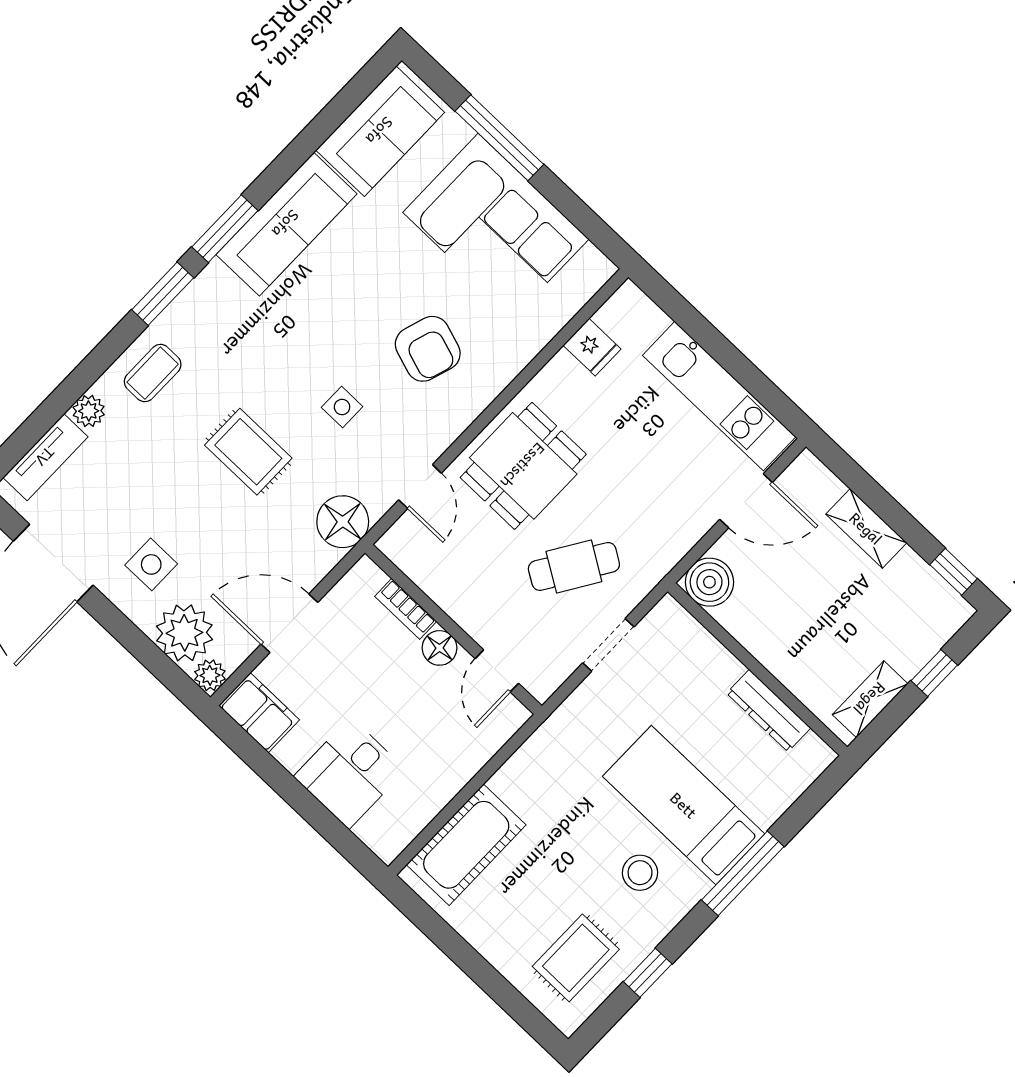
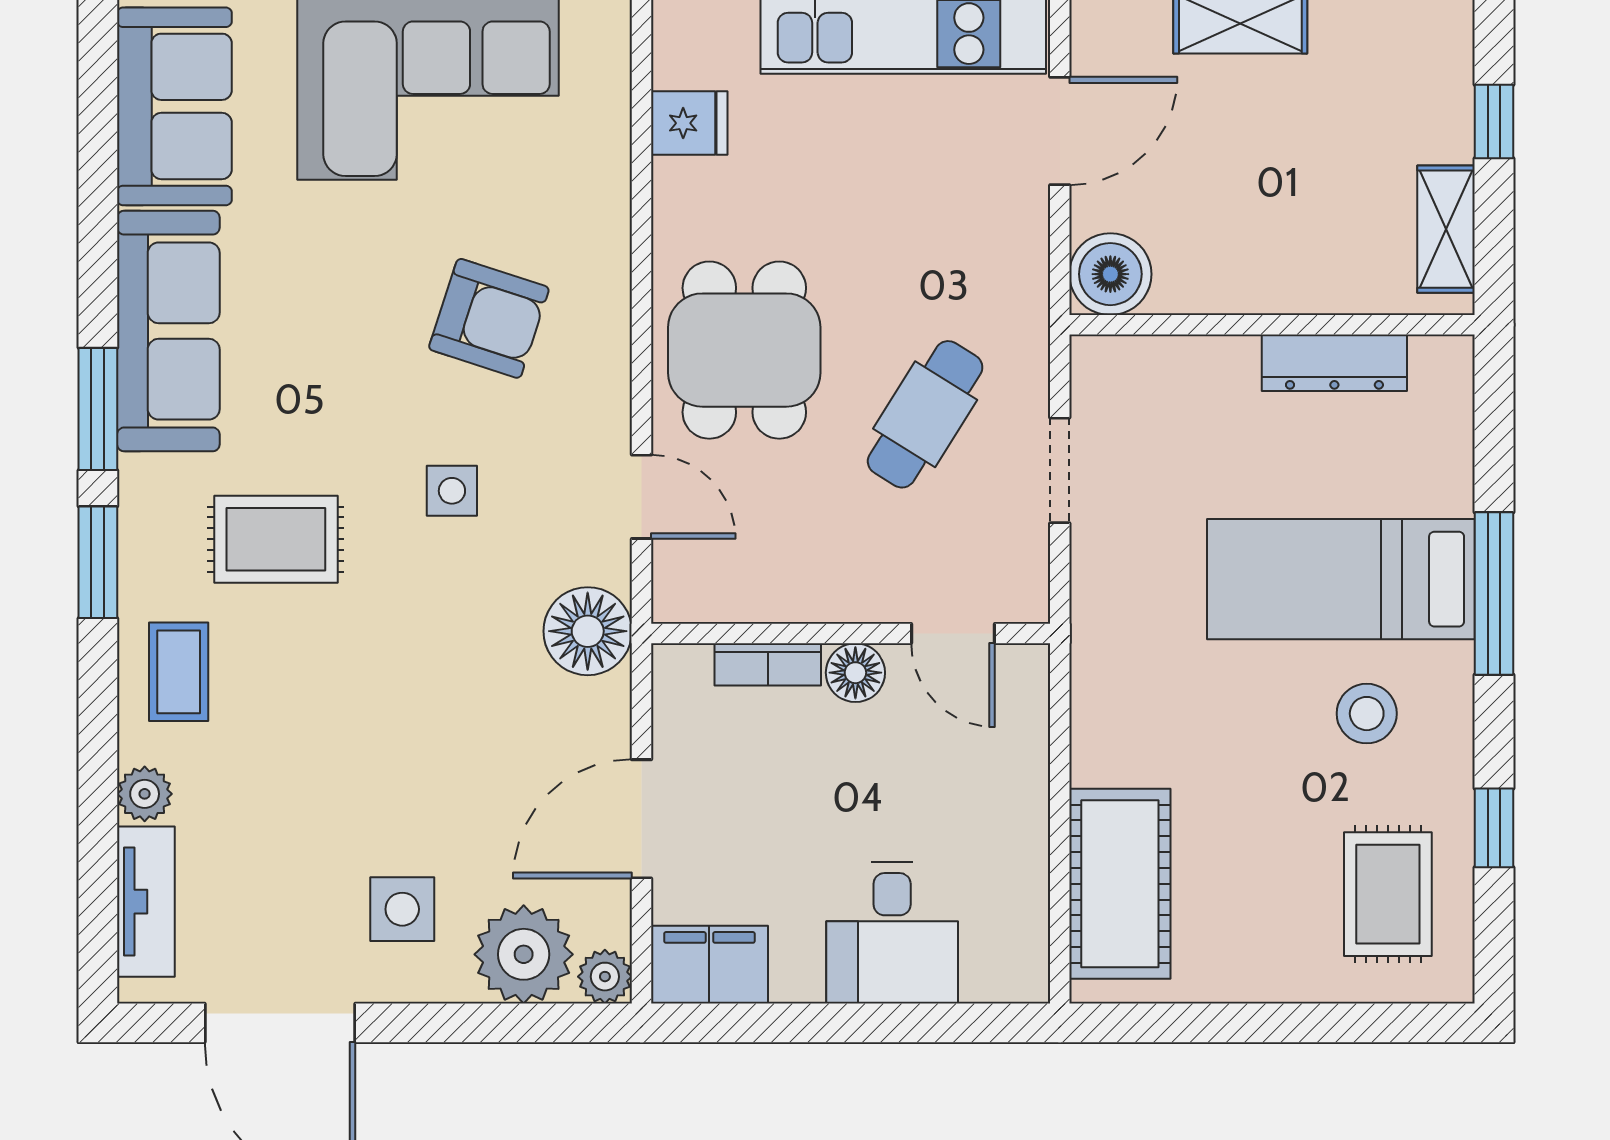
rug: (248, 452) -> (276, 539), moved

